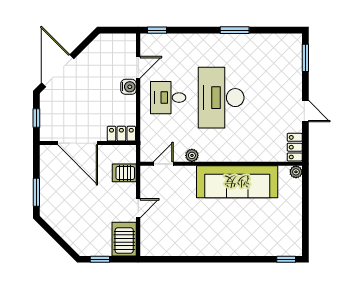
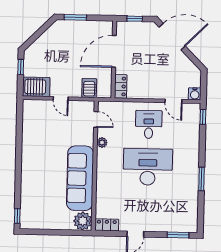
water cooler: (129, 87) -> (195, 94), moved
plant: (296, 172) -> (83, 221), width x1.88, depth x1.88

